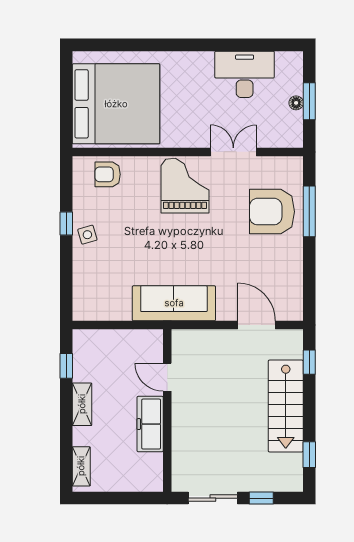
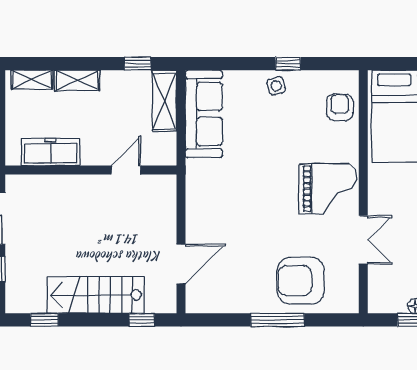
window: (309, 211) -> (278, 320), moved
armchair: (272, 212) -> (301, 281), turned -90
sofa: (174, 303) -> (204, 114), moved
shelving: (102, 341) -> (164, 101), added
shelving: (82, 404) -> (77, 80), moved
freezer: (150, 424) -> (51, 152), moved

